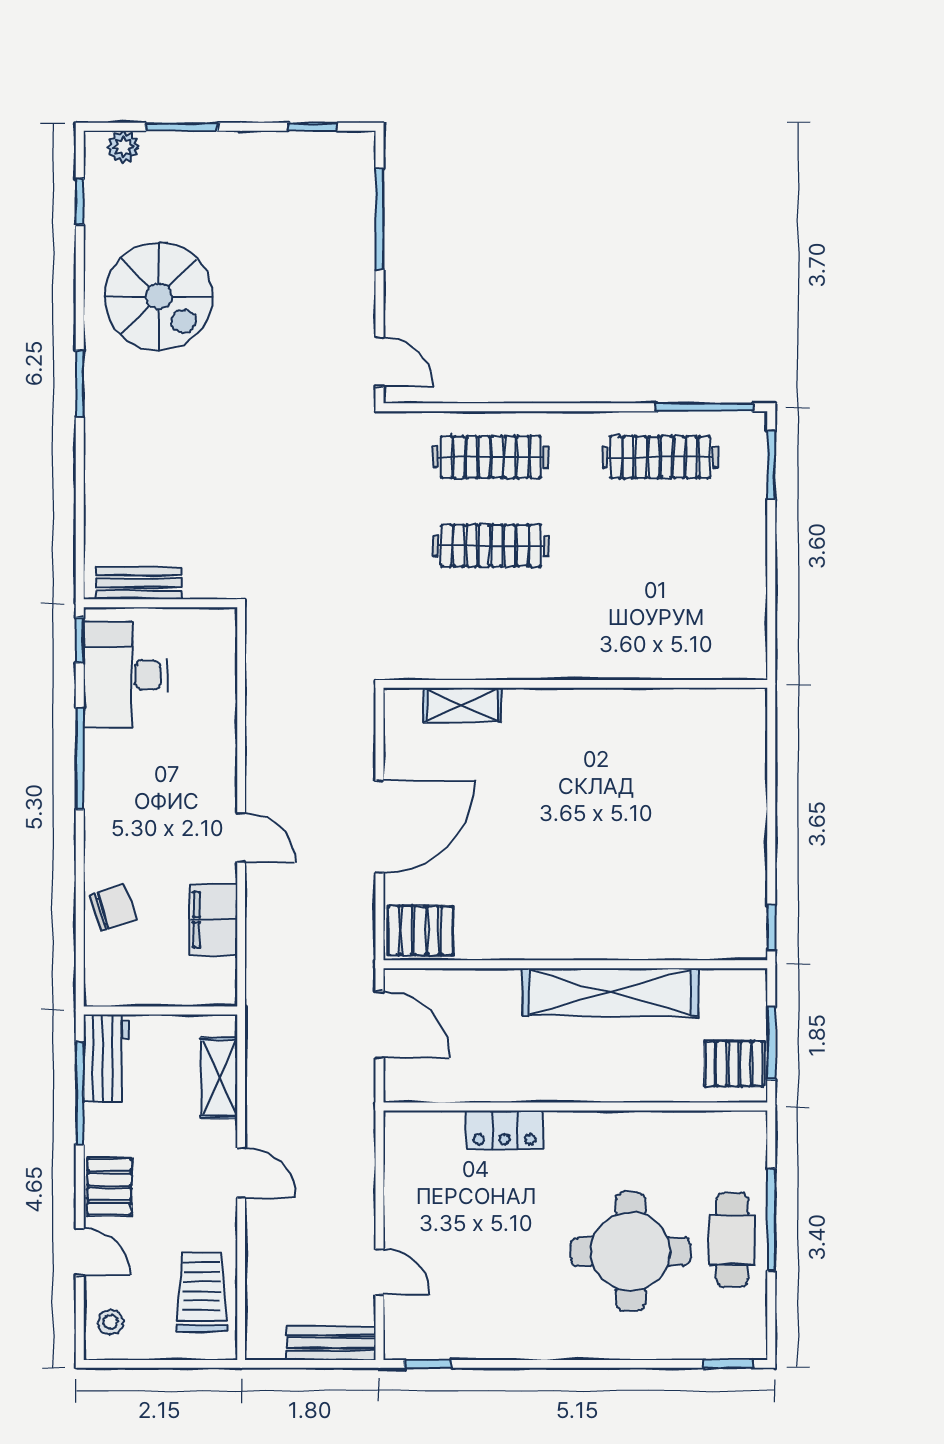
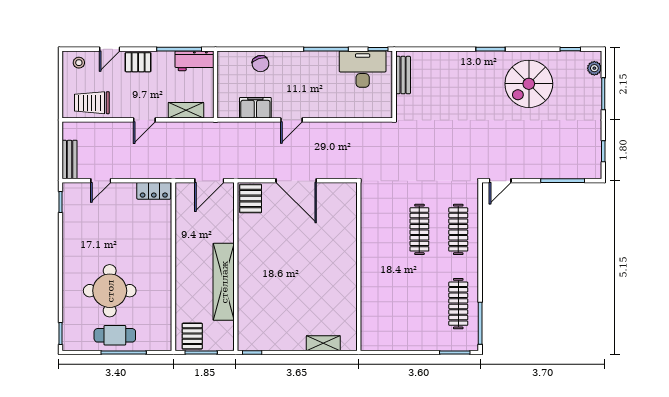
shelving: (462, 705) -> (323, 343), moved, turned 90
locker: (505, 1130) -> (154, 191), moved, turned -90
trolley: (202, 1292) -> (92, 103), turned 180

